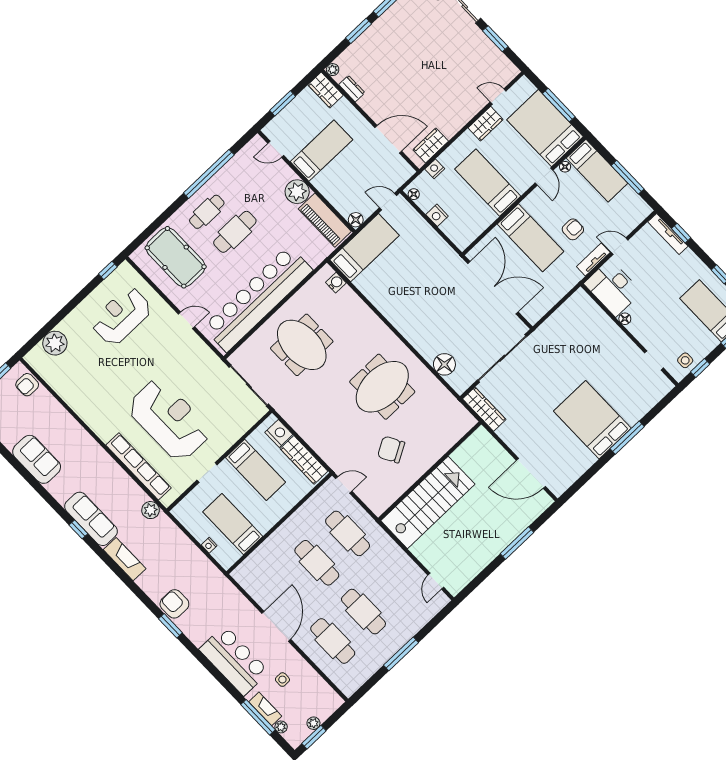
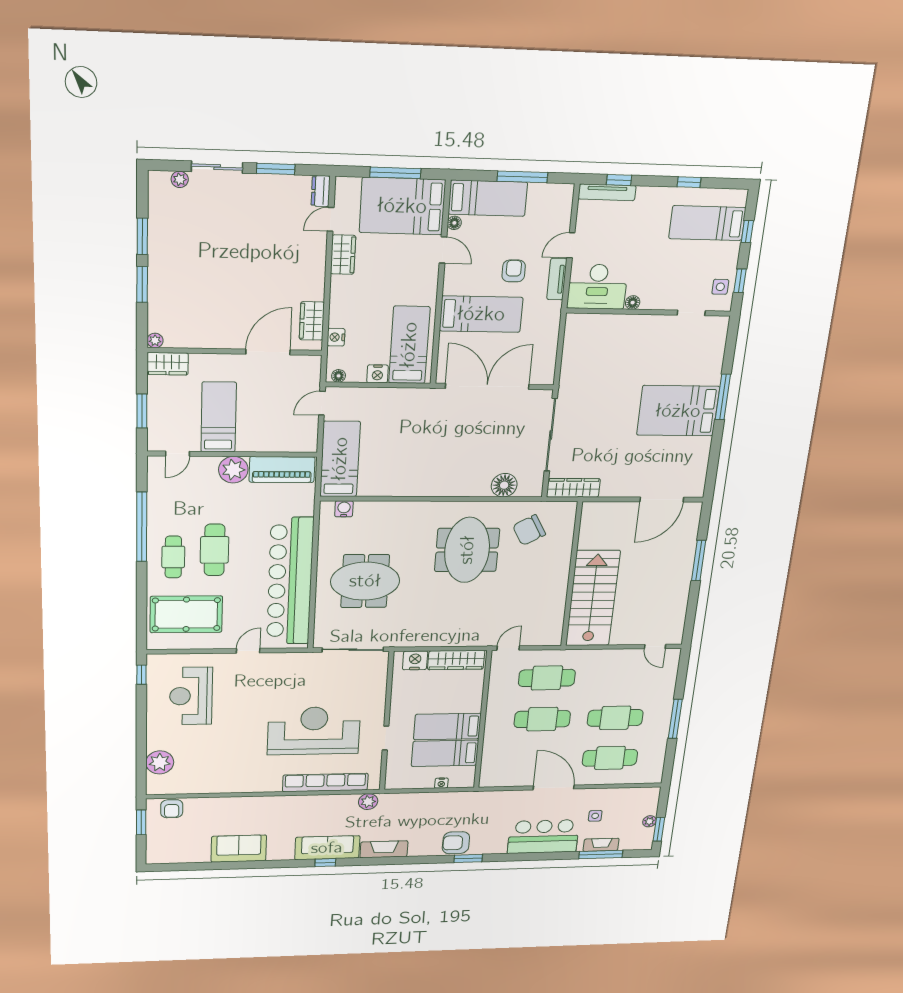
dresser: (352, 89) -> (321, 191), moved, turned -90
bed: (488, 183) -> (409, 345), moved, turned 90
floor lamp: (356, 220) -> (309, 444), removed
chair: (391, 450) -> (529, 530), moved
bed: (256, 470) -> (447, 727), moved, turned 180
plant: (281, 727) -> (626, 845), removed

